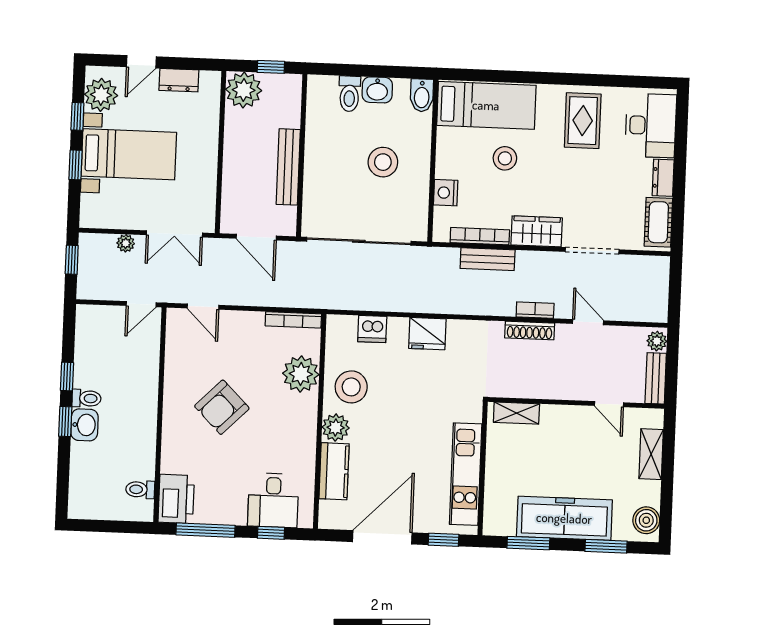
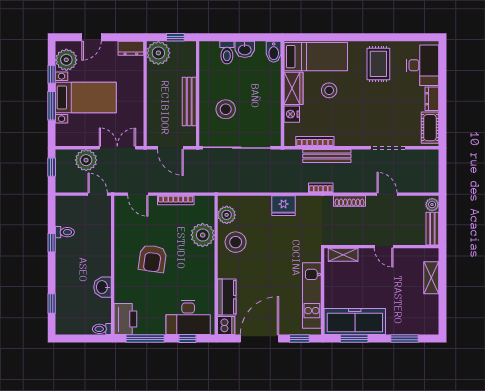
dresser: (179, 80) -> (131, 48), moved
stool: (383, 162) -> (226, 109), moved
window: (76, 165) -> (52, 106), width x1.50
wardrobe: (537, 231) -> (294, 88), moved, turned 90
double door: (174, 234) -> (117, 148), swing flipped
plant: (126, 243) -> (86, 160), width x1.88, depth x1.88
bench: (488, 259) -> (327, 156), width x1.36
door: (141, 304) -> (98, 194), swing flipped
bookcase: (535, 310) -> (321, 188), moved
bookcase: (293, 320) -> (176, 200), moved
dishwasher: (372, 329) -> (226, 326), moved, turned -90
toilet: (87, 398) -> (65, 232), moved
door: (609, 404) -> (384, 247), moved
armchair: (222, 407) -> (153, 259), turned -37
window: (65, 422) -> (52, 303), moved
washbasin: (84, 425) -> (102, 287), moved, turned 180
plant: (336, 428) -> (227, 215), moved
toilet: (140, 489) -> (102, 329), moved
desk: (273, 500) -> (188, 317), width x1.37
freezer: (564, 518) -> (355, 321), moved
boiler: (646, 520) -> (430, 321), removed

